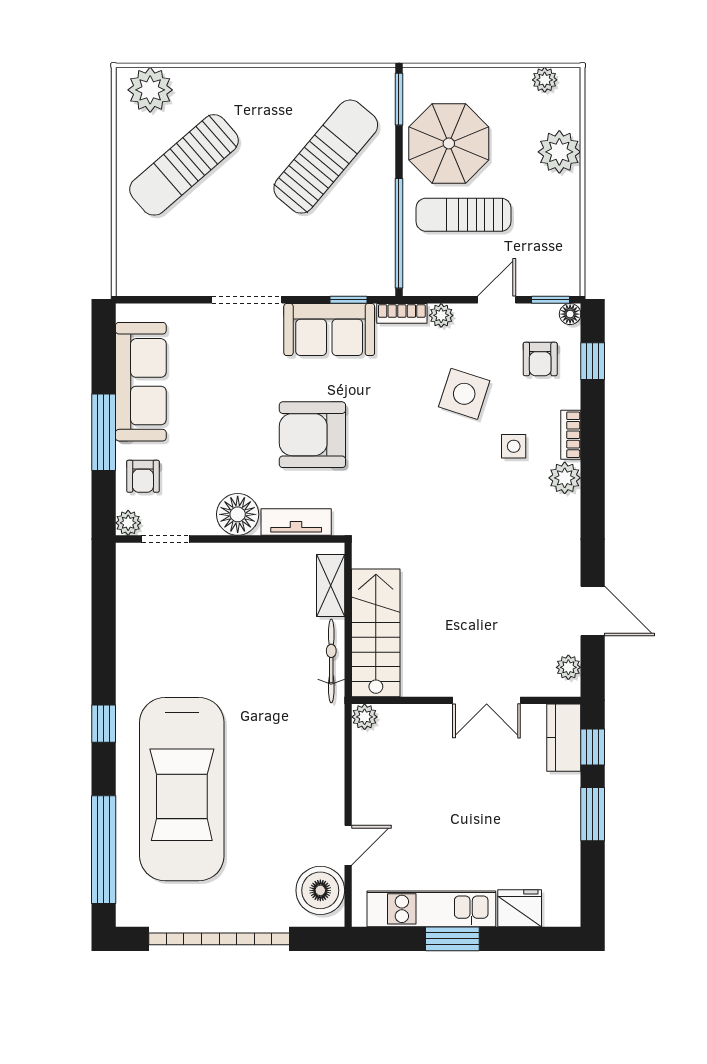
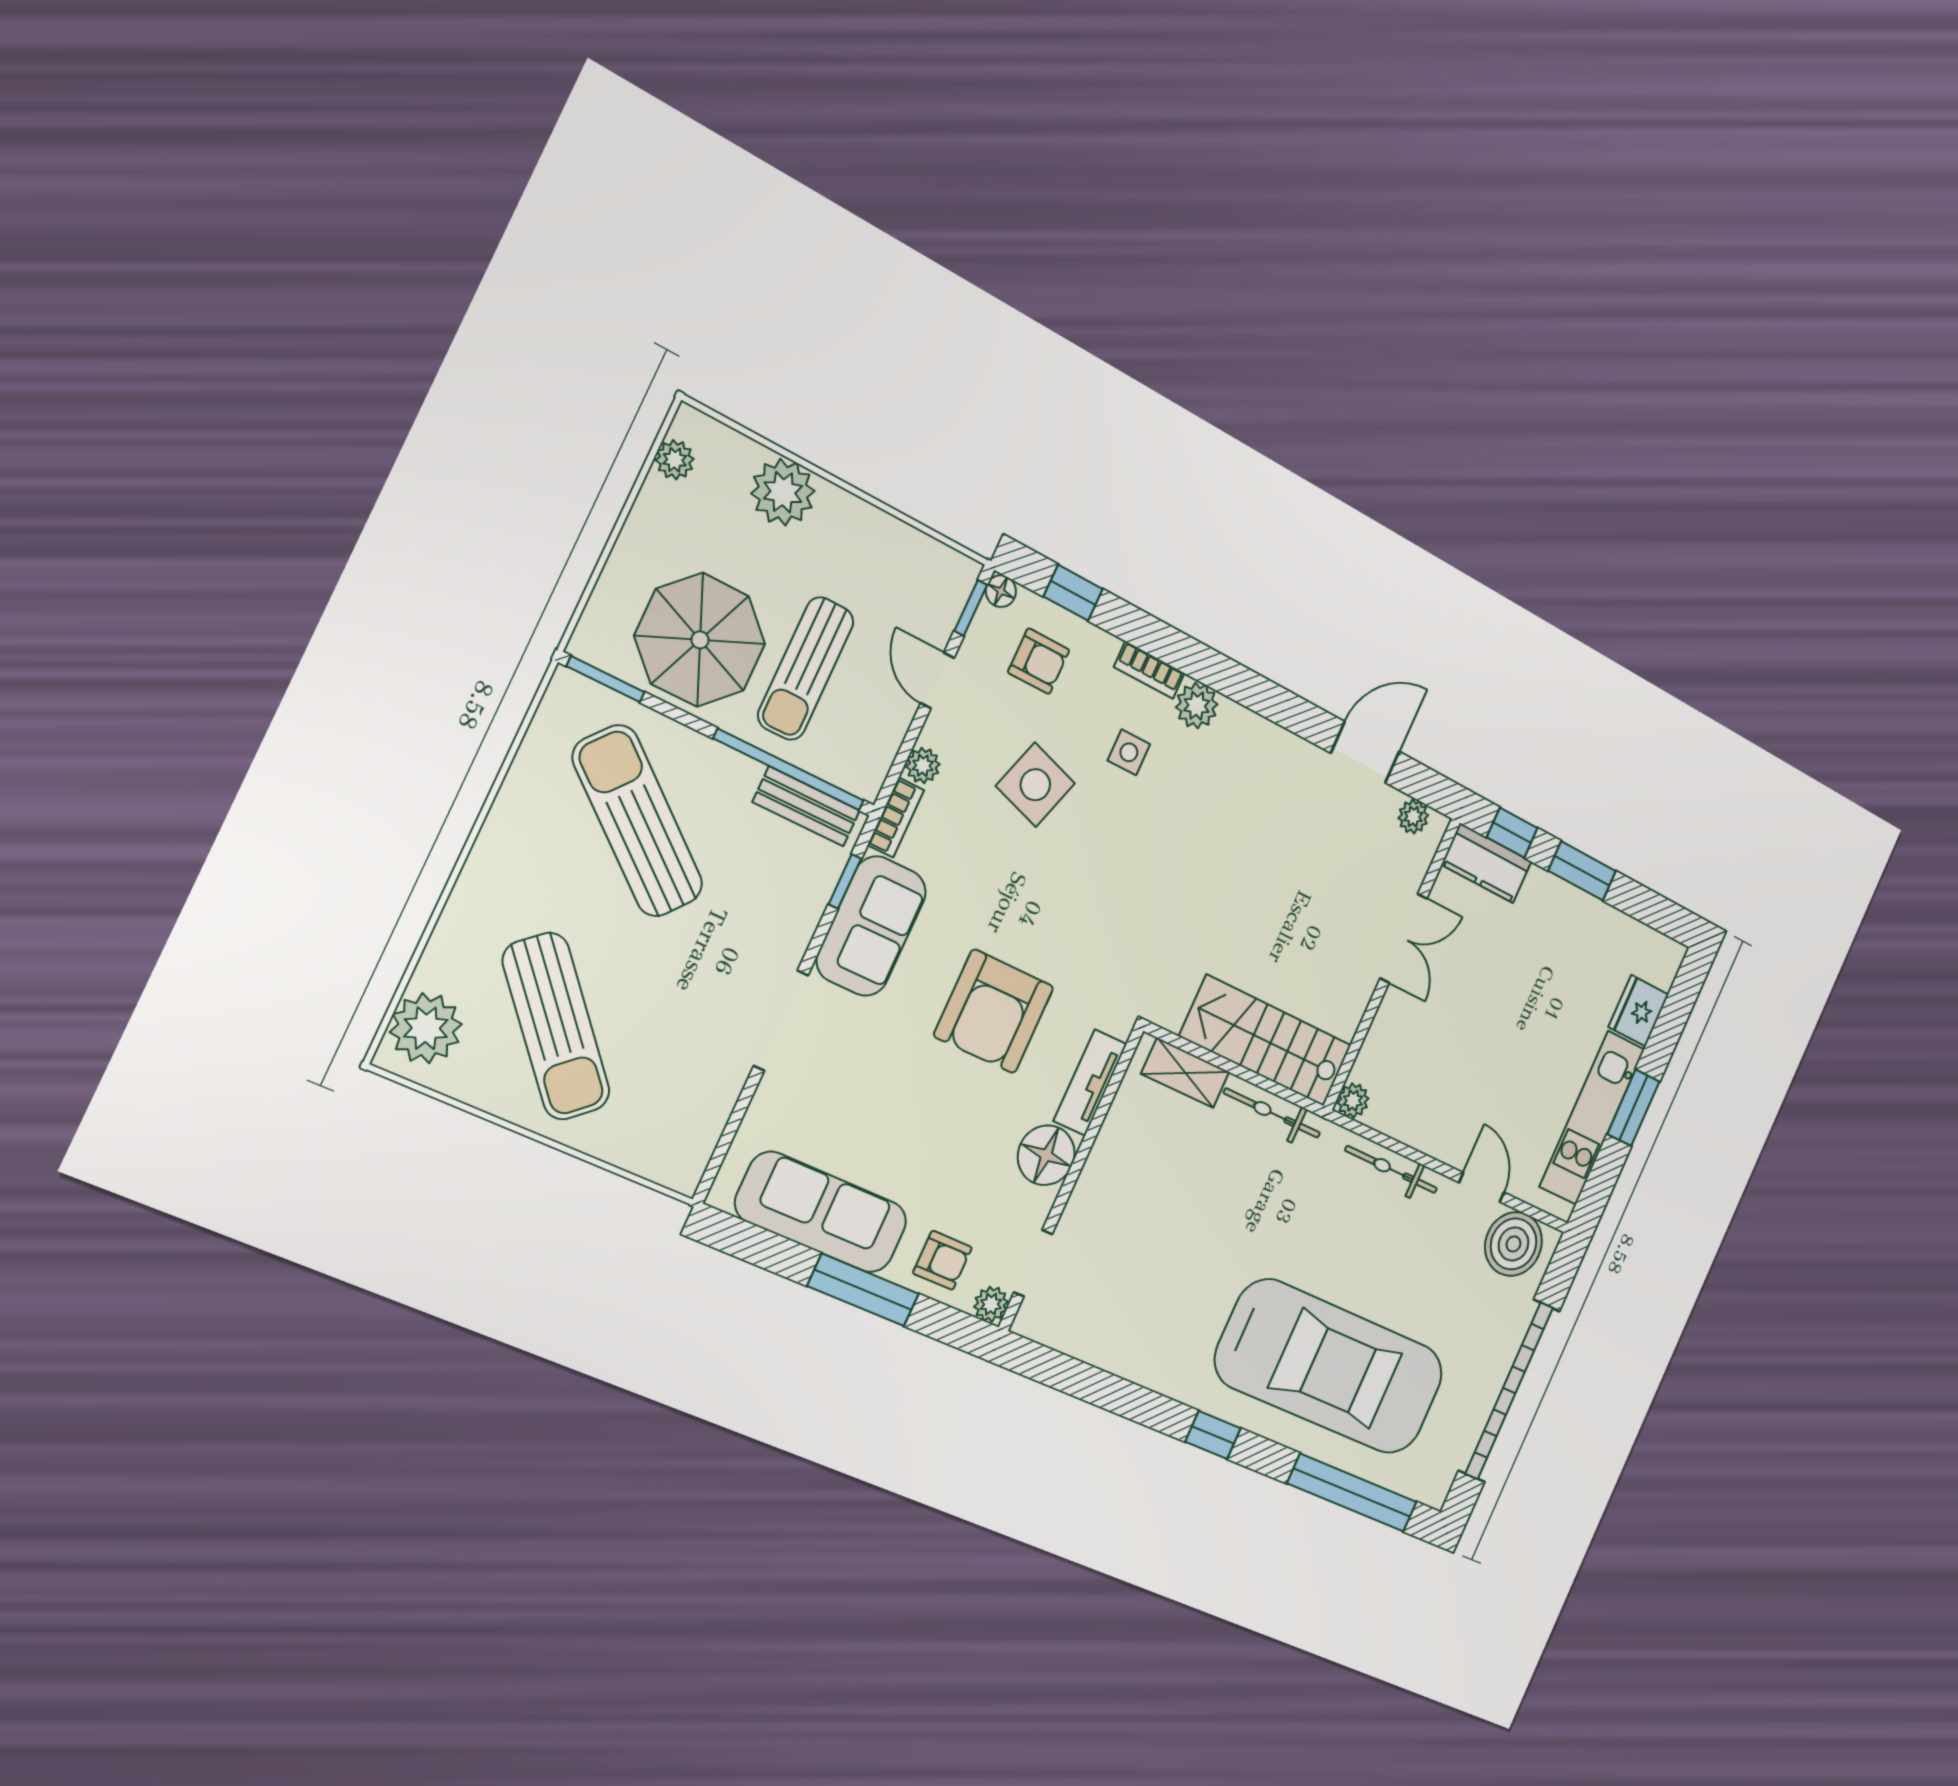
bench: (382, 254) -> (806, 806), added
bicycle: (331, 769) -> (1391, 1169), added

